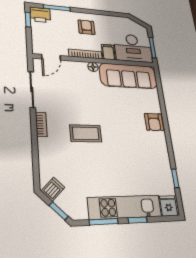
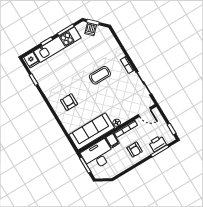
printer: (40, 15) -> (157, 143), moved
door: (51, 57) -> (144, 112), swing flipped
armchair: (154, 122) -> (69, 102), moved
dishwasher: (53, 189) -> (91, 29), moved

